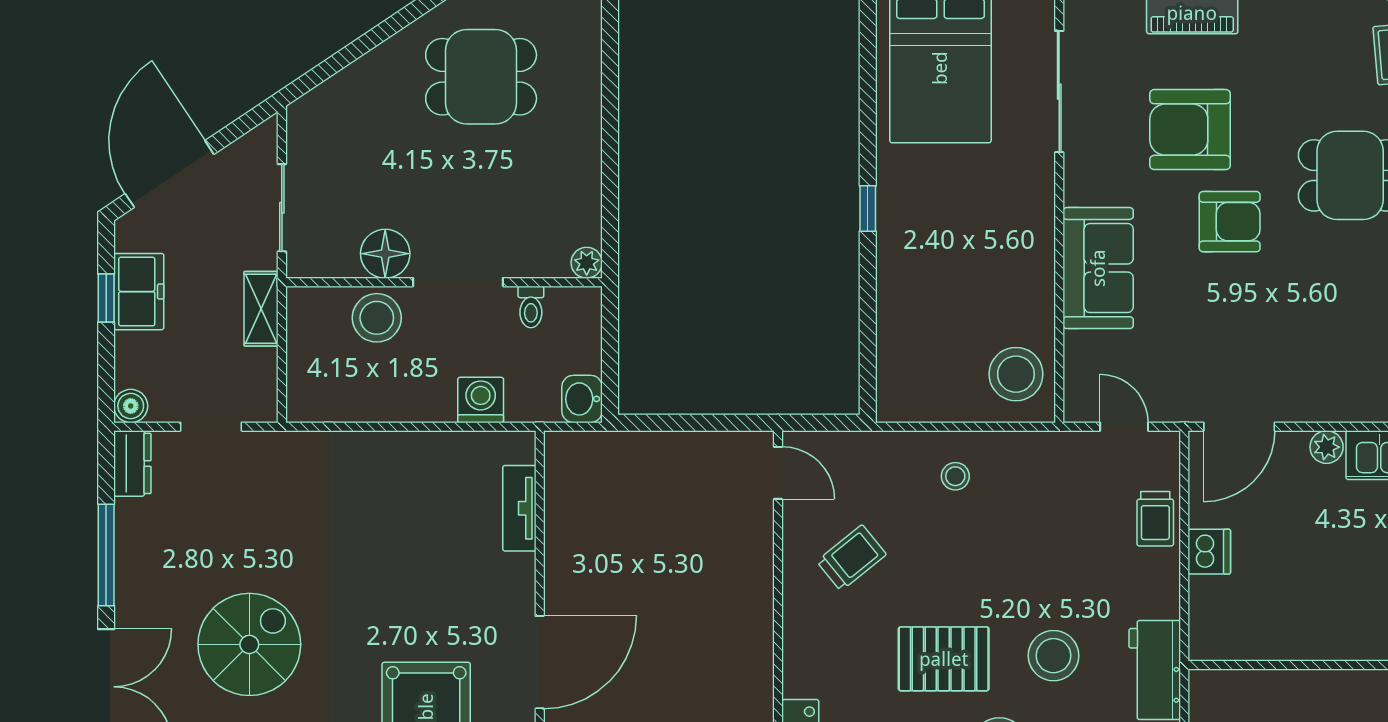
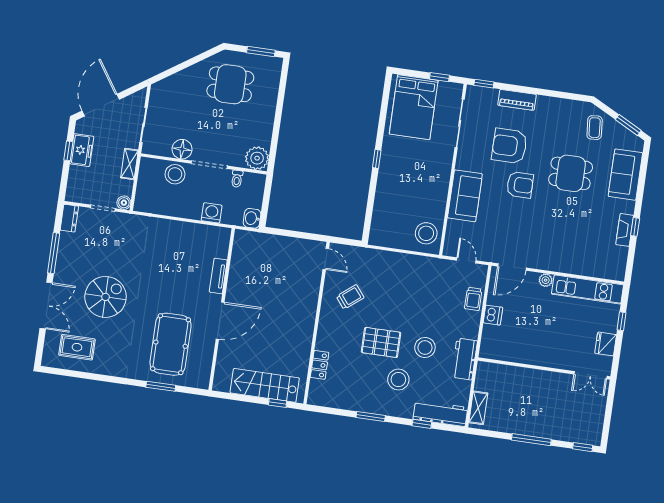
plant: (587, 263) -> (257, 158), width x1.87, depth x1.87
boiler: (131, 406) -> (124, 203), moved
stool: (955, 476) -> (396, 270), removed
tv unit: (519, 508) -> (218, 276), moved

